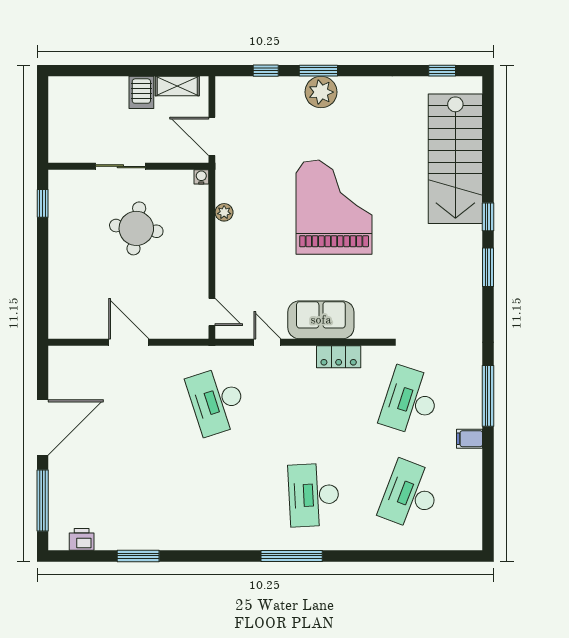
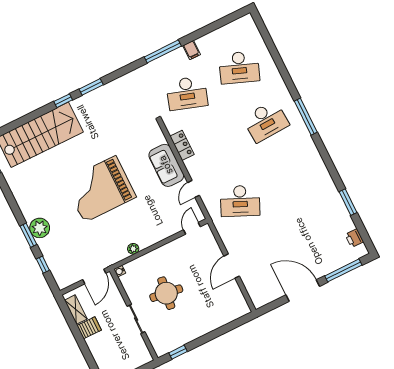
desk: (217, 401) -> (240, 201), turned 42

